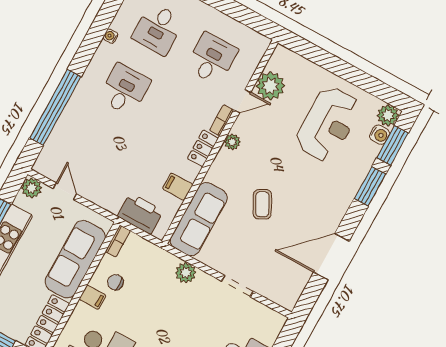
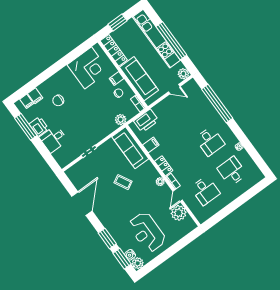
plant: (186, 273) -> (121, 120), moved

